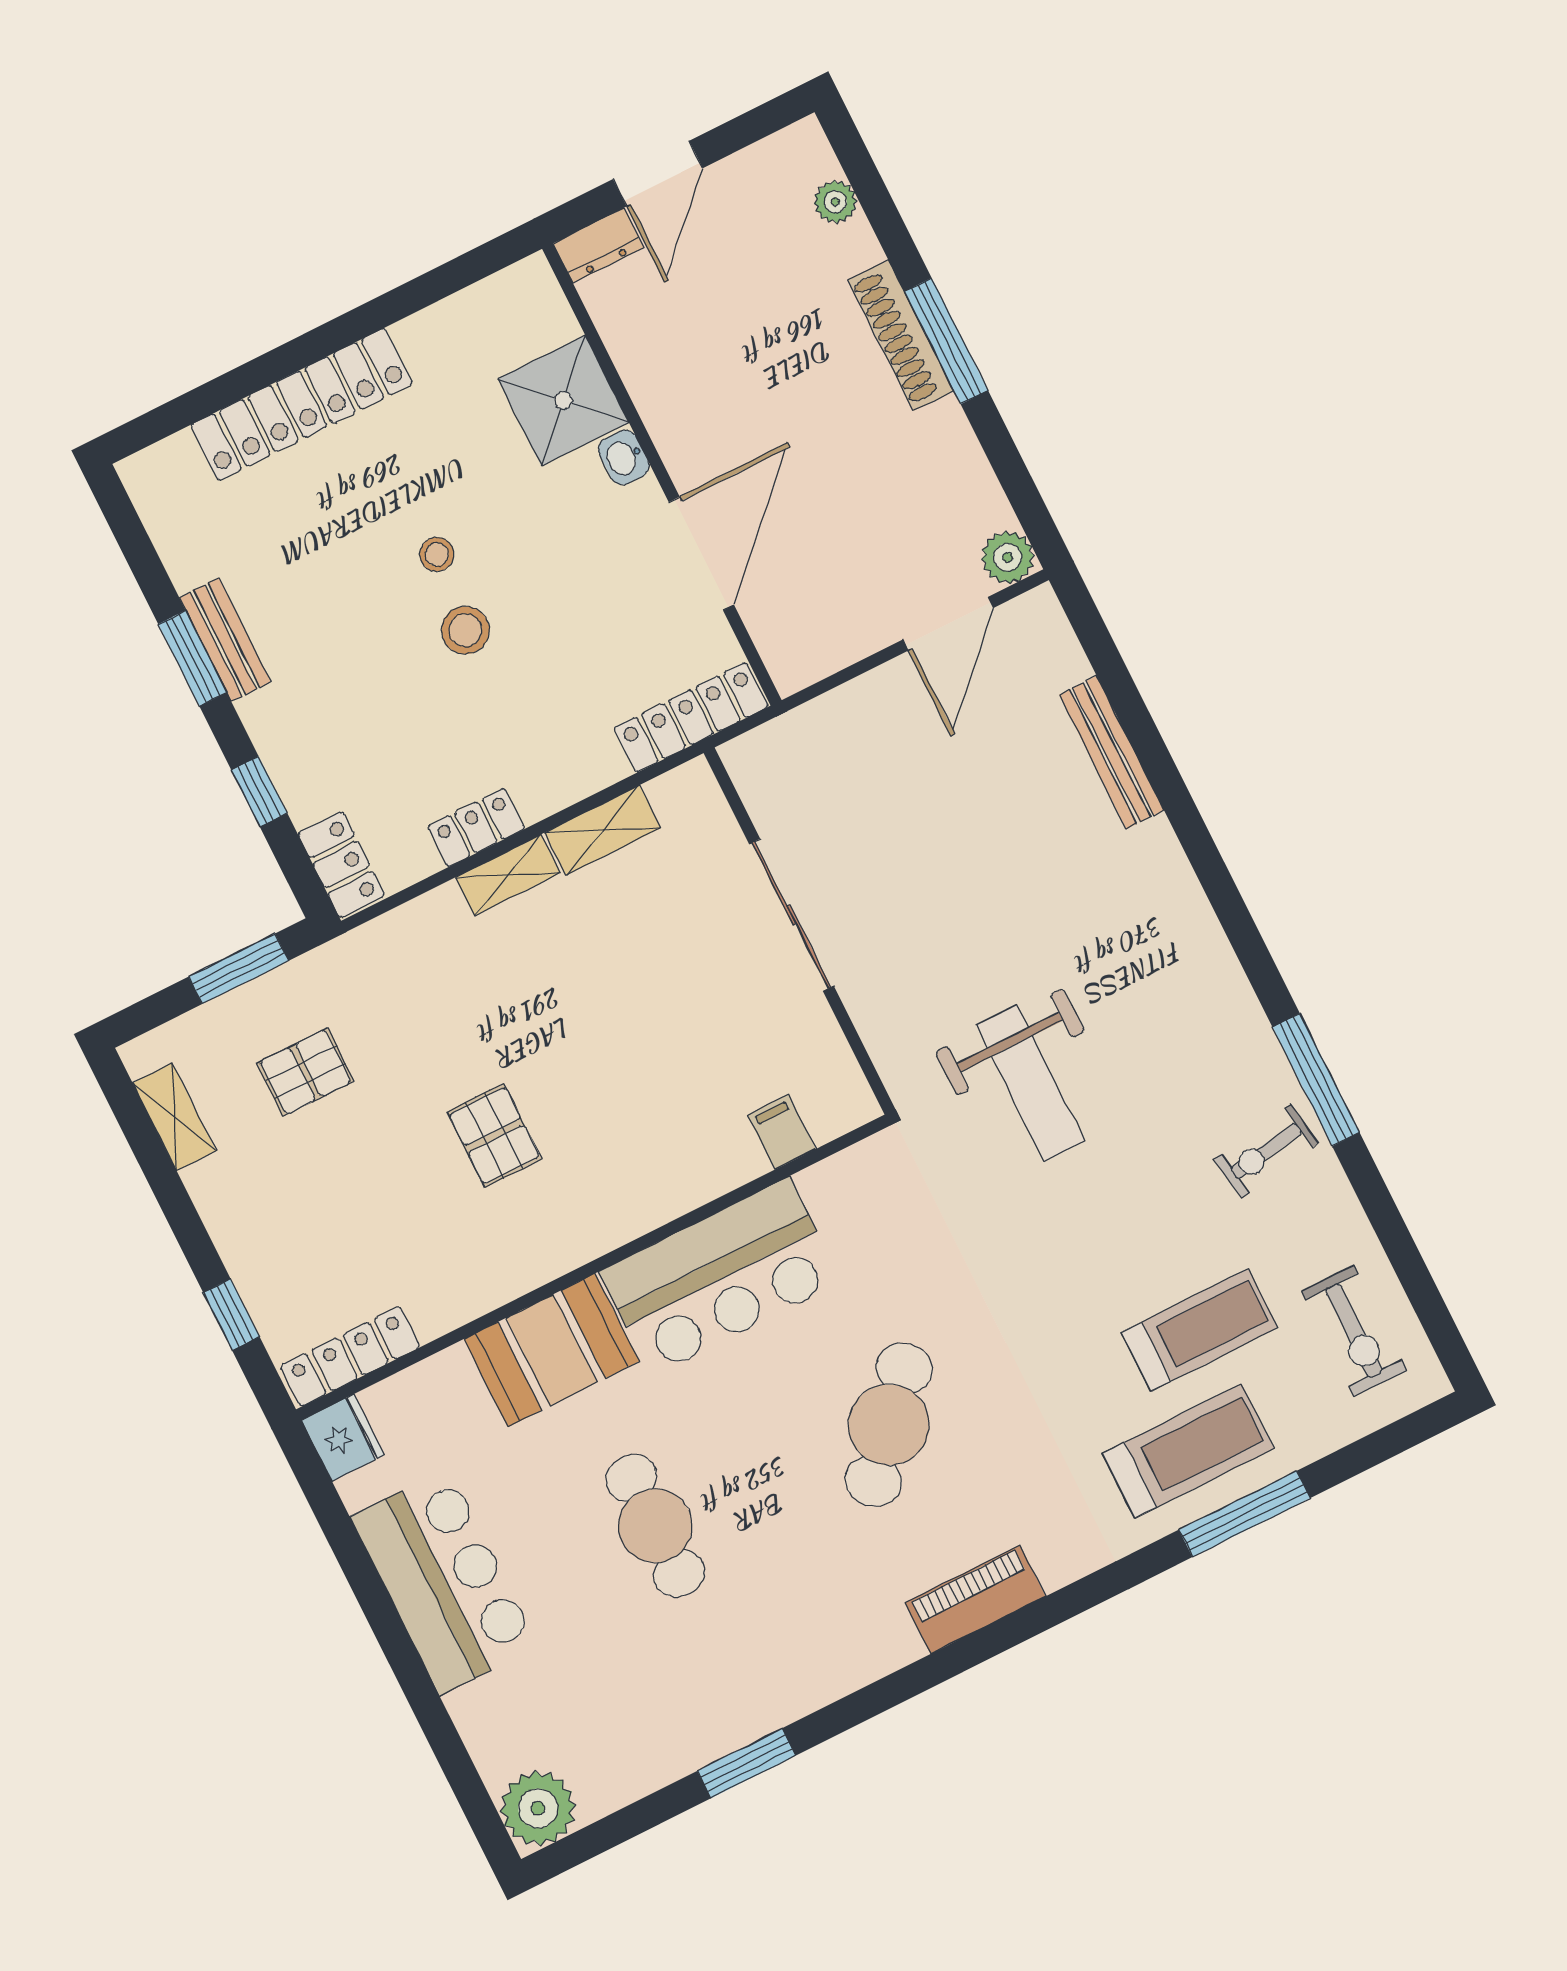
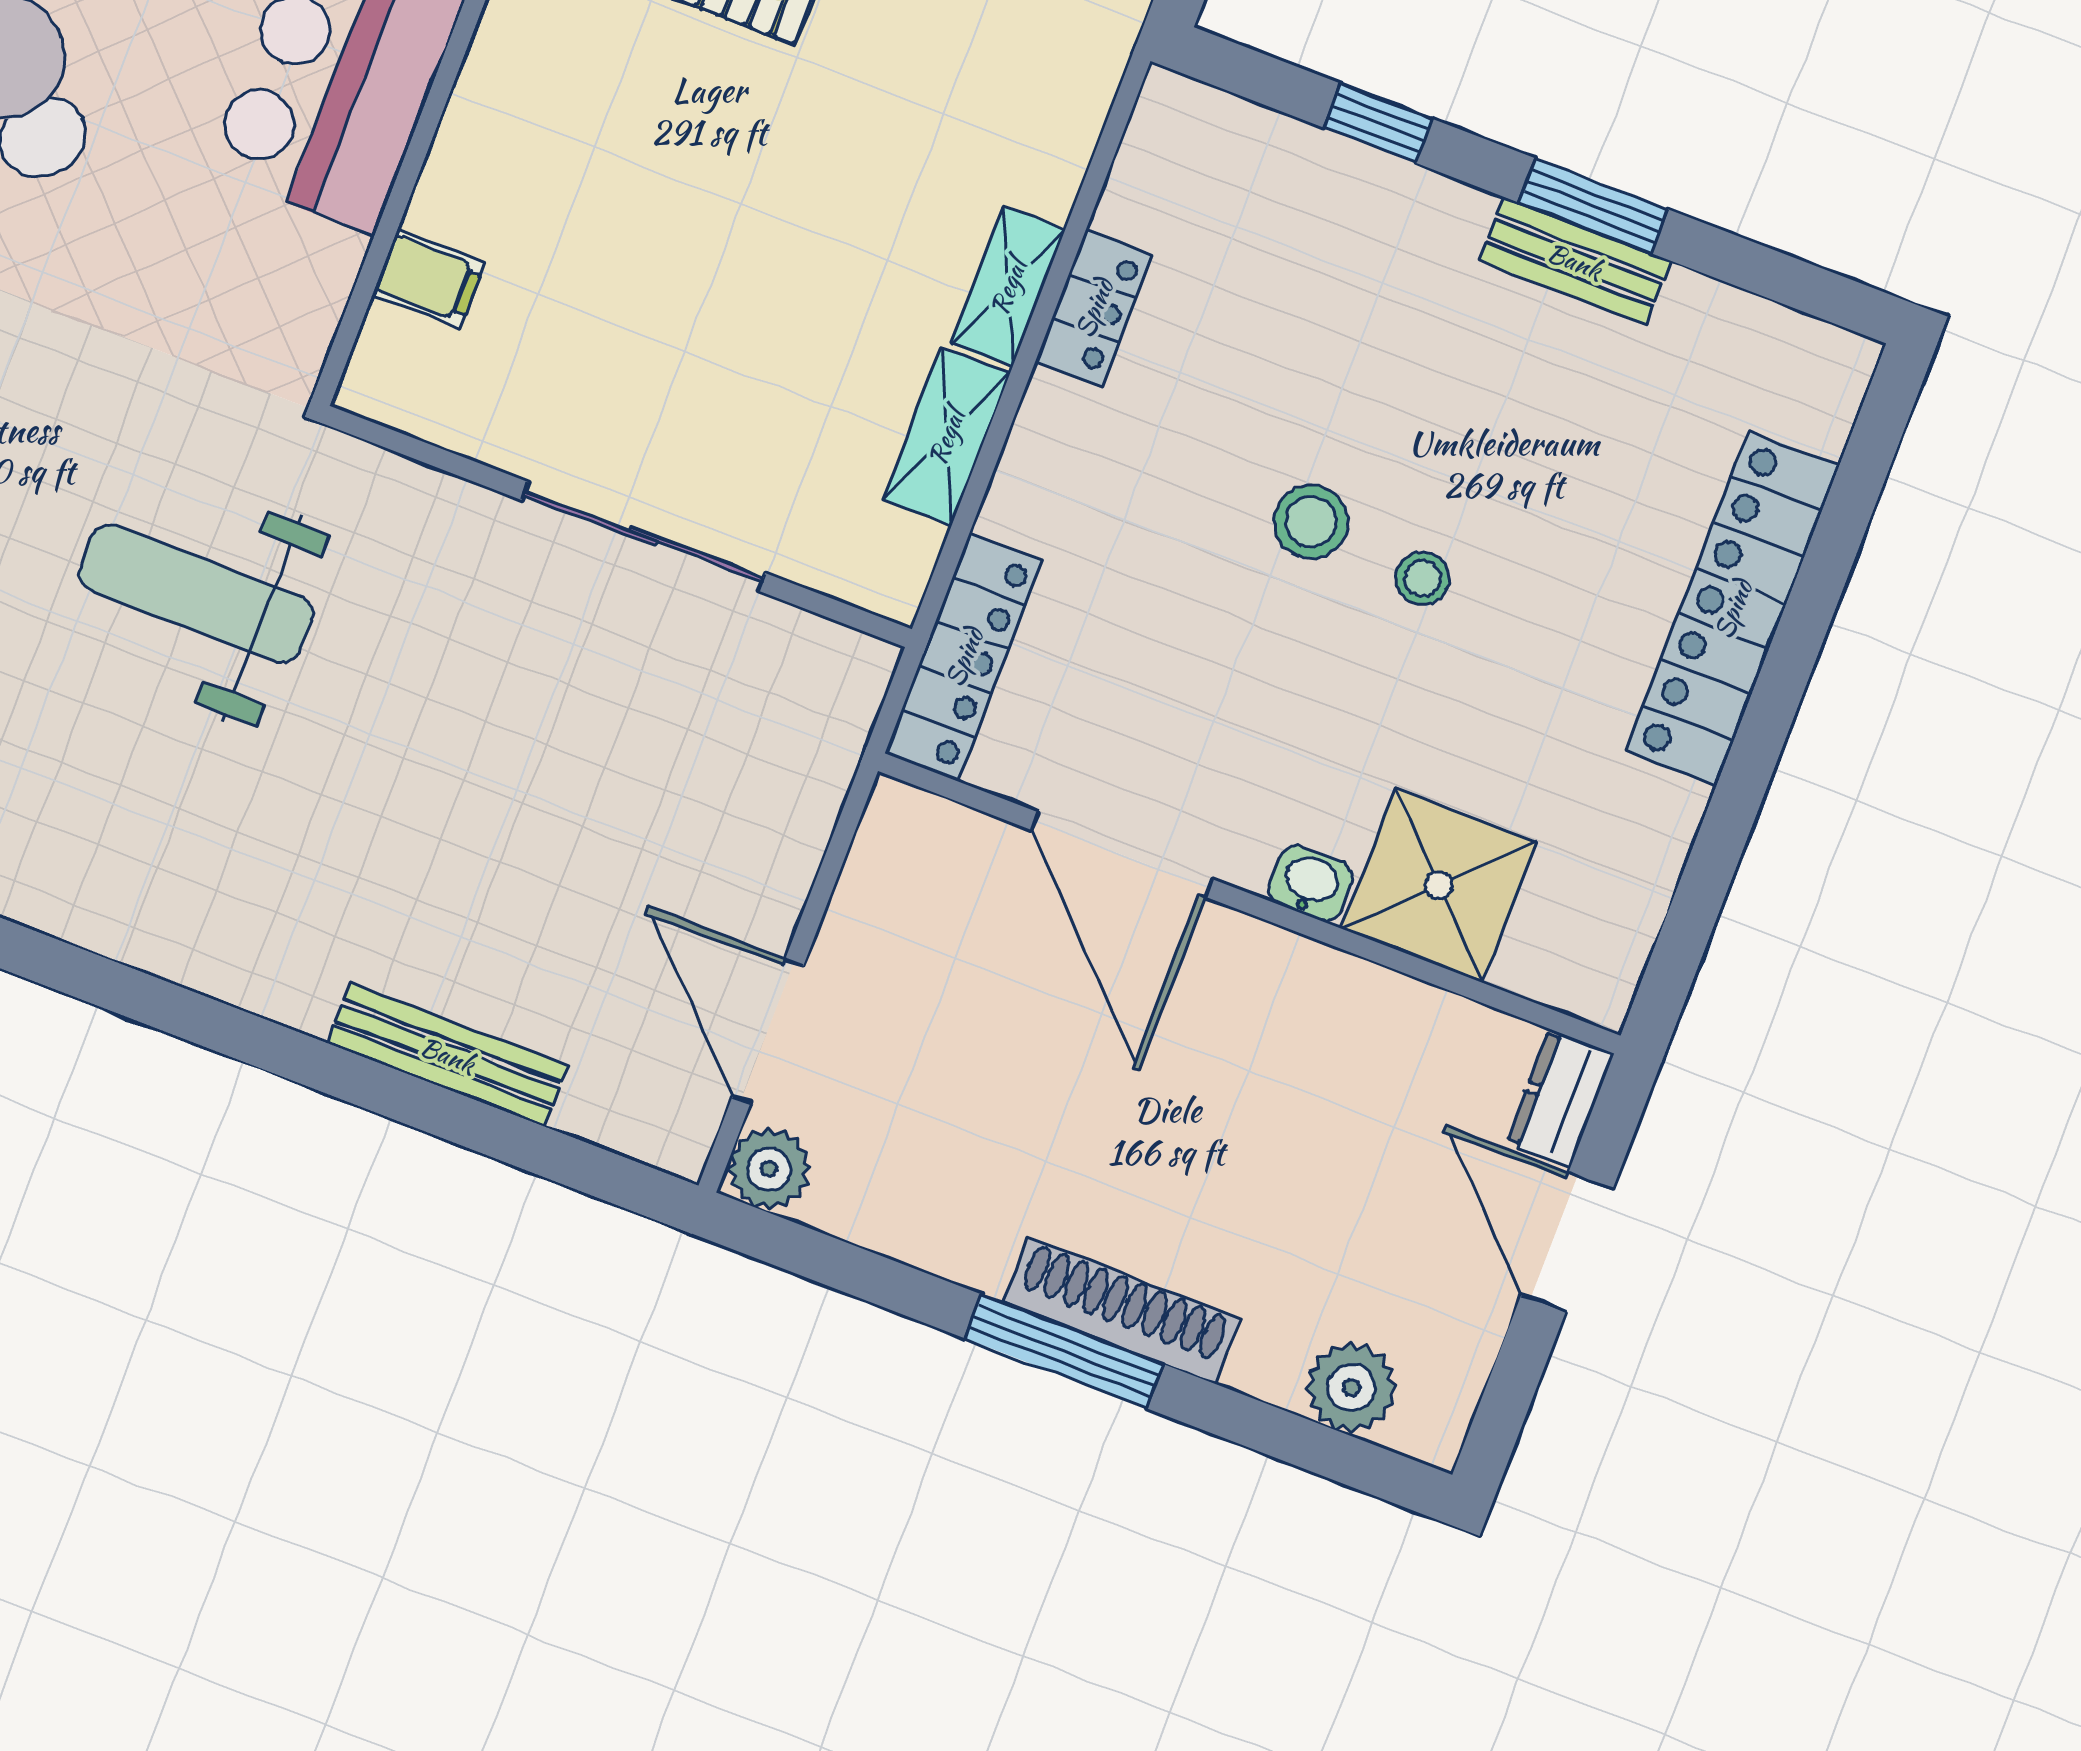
plant: (835, 202) -> (1351, 1388), width x1.38, depth x1.38
locker: (341, 865) -> (1209, 125), removed

